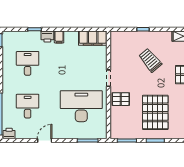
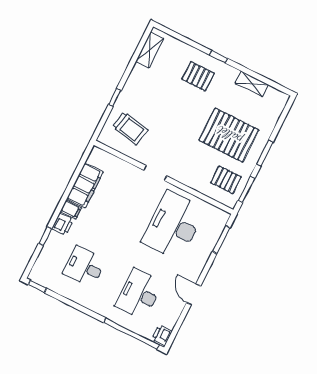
filing cabinet: (93, 38) -> (85, 185), moved
trolley: (150, 60) -> (130, 128), moved, turned -129
pallet: (121, 99) -> (226, 180), moved, turned 90
desk: (28, 106) -> (139, 294), width x1.37

